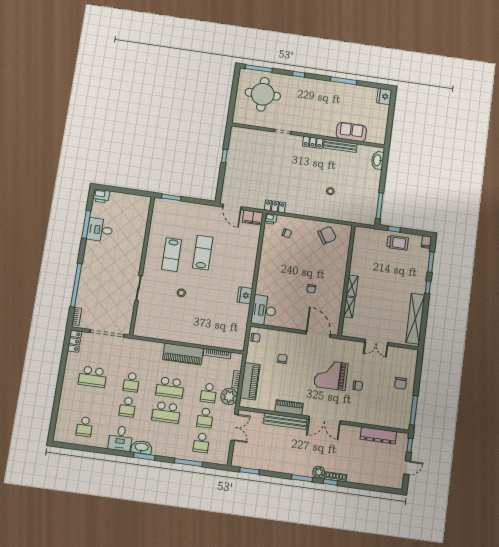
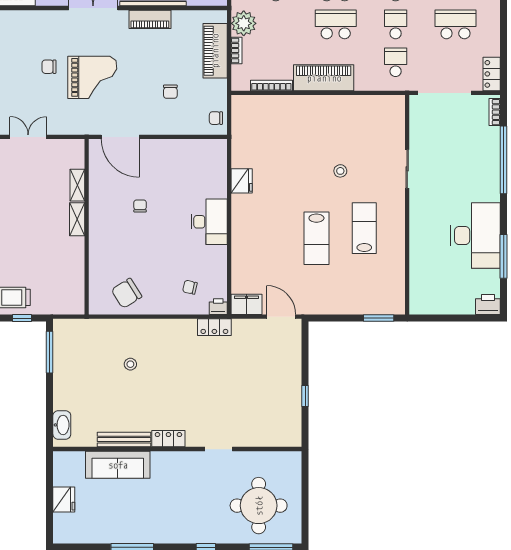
fridge: (384, 96) -> (64, 500), moved
sofa: (351, 132) -> (118, 465), width x1.36
desk: (100, 230) -> (475, 236), width x1.87, depth x1.30
desk: (264, 310) -> (209, 222), moved
school desk: (209, 393) -> (396, 62), moved

